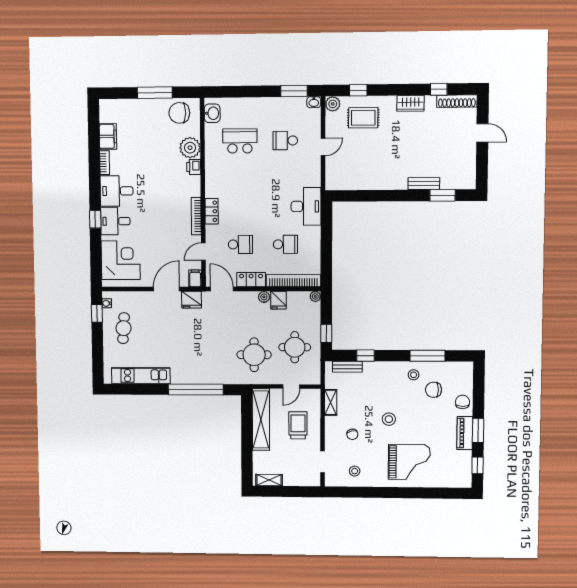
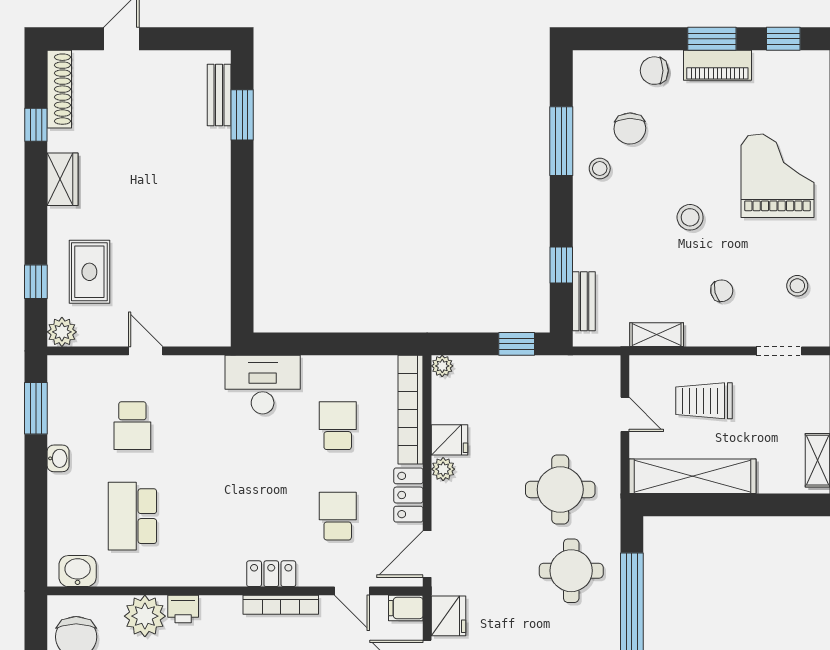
washbasin: (314, 102) -> (58, 458), moved
bench: (424, 184) -> (219, 95), moved
round table: (295, 347) -> (571, 571), moved

